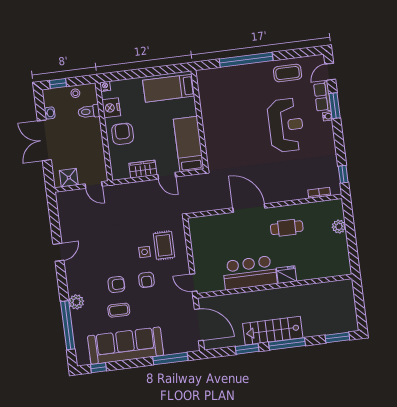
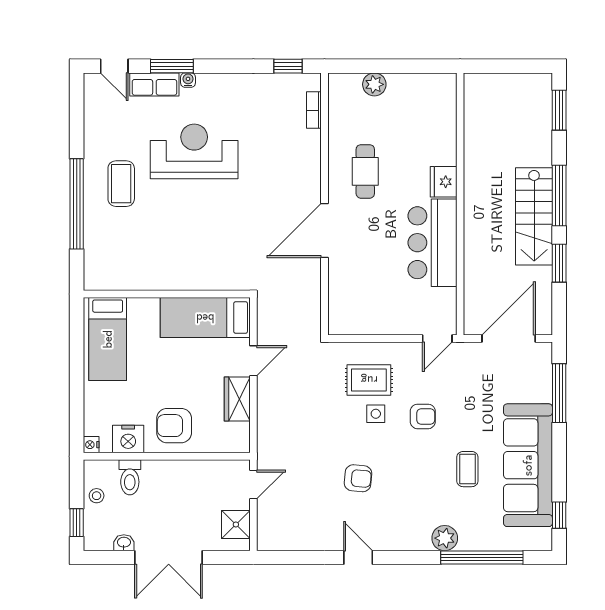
coffee table: (288, 73) -> (121, 184), moved
armchair: (116, 285) -> (358, 478), moved, turned 95

